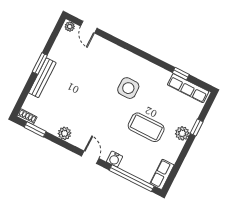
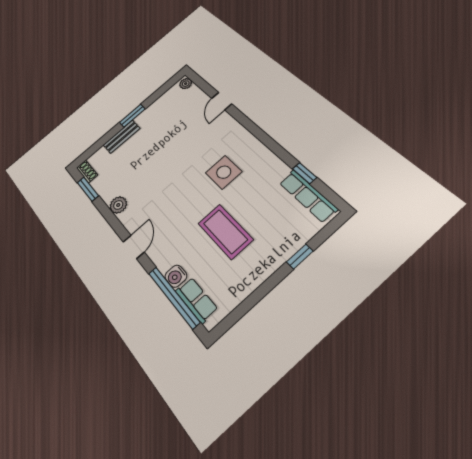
door: (89, 27) -> (222, 101), moved
bench: (42, 78) -> (122, 137), width x0.73
plant: (182, 133) -> (274, 258), removed
water cooler: (115, 159) -> (176, 276), moved
row of seats: (162, 174) -> (196, 300), moved, turned 90

